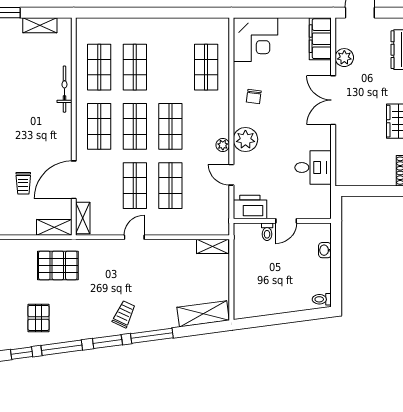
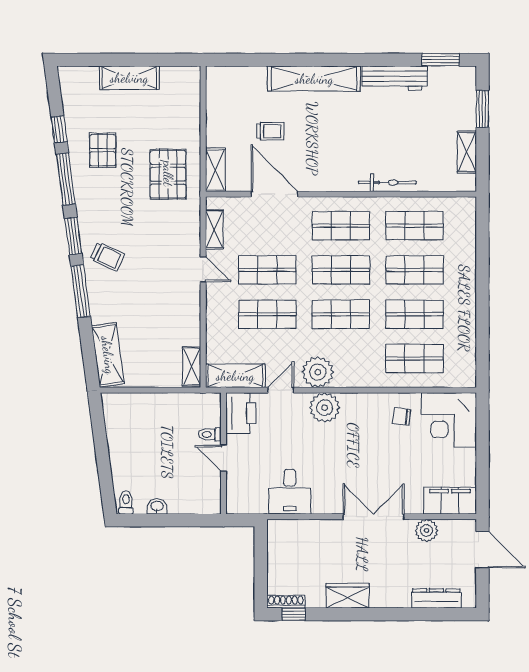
shop shelf: (170, 67) -> (415, 314), added
chair: (254, 96) -> (402, 417), moved
plant: (223, 145) -> (318, 372), width x1.87, depth x1.87
trolley: (23, 183) -> (270, 131), turned 180
shelving: (220, 211) -> (235, 376), added
shelving: (83, 218) -> (214, 229), moved, turned 90
washbasin: (325, 250) -> (157, 506), moved
pallet: (38, 318) -> (103, 150), turned 90

